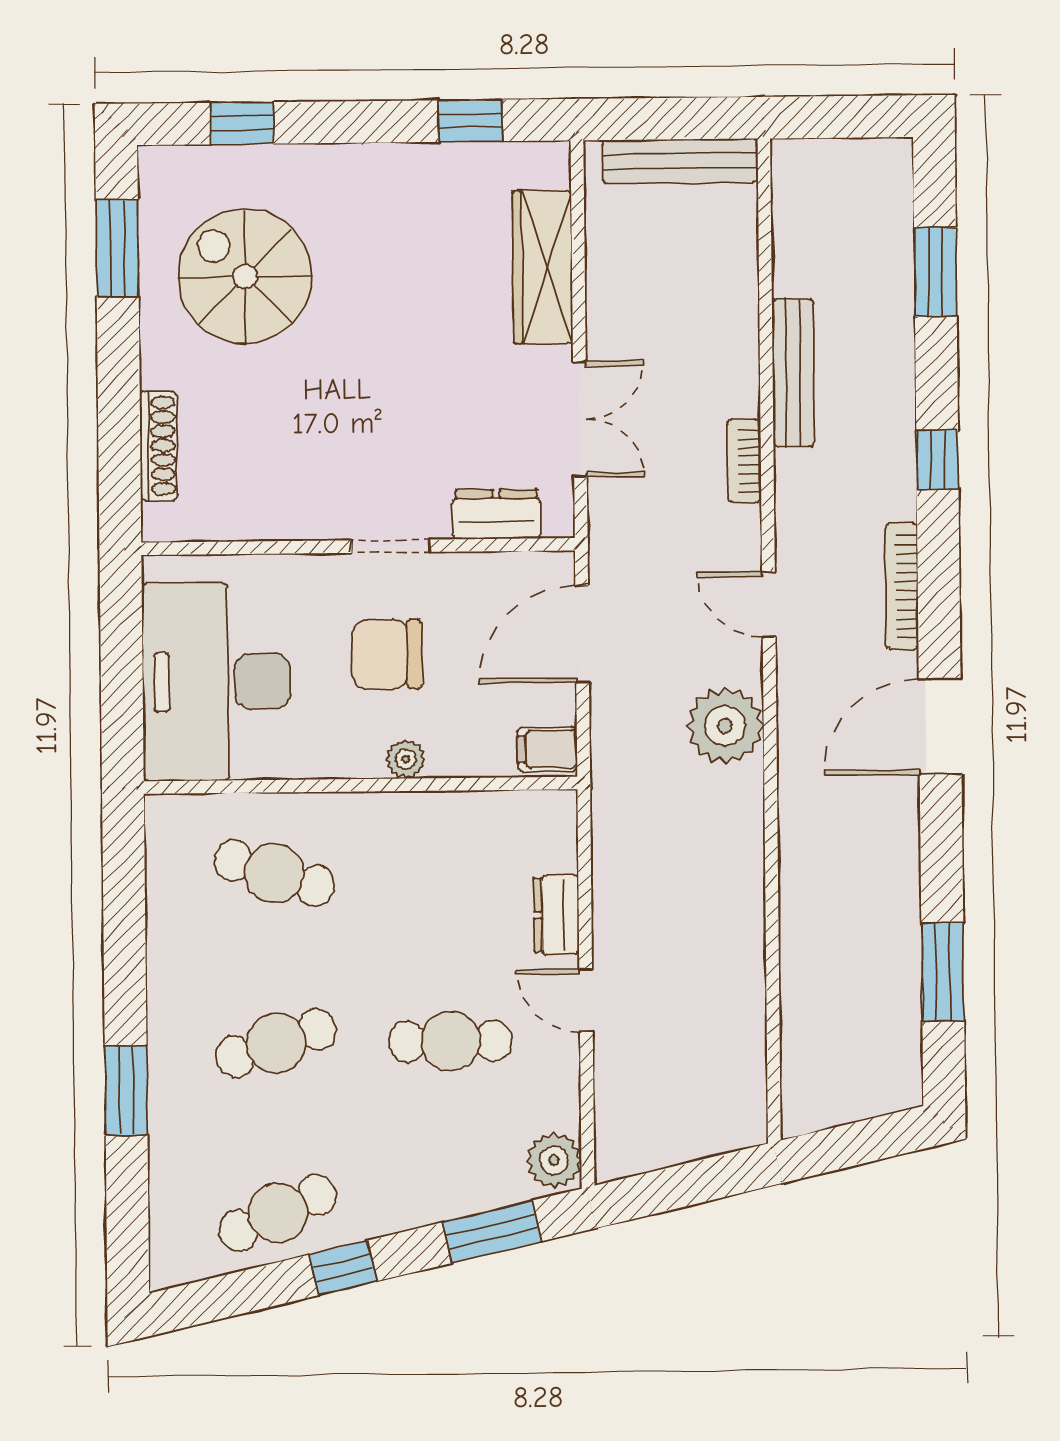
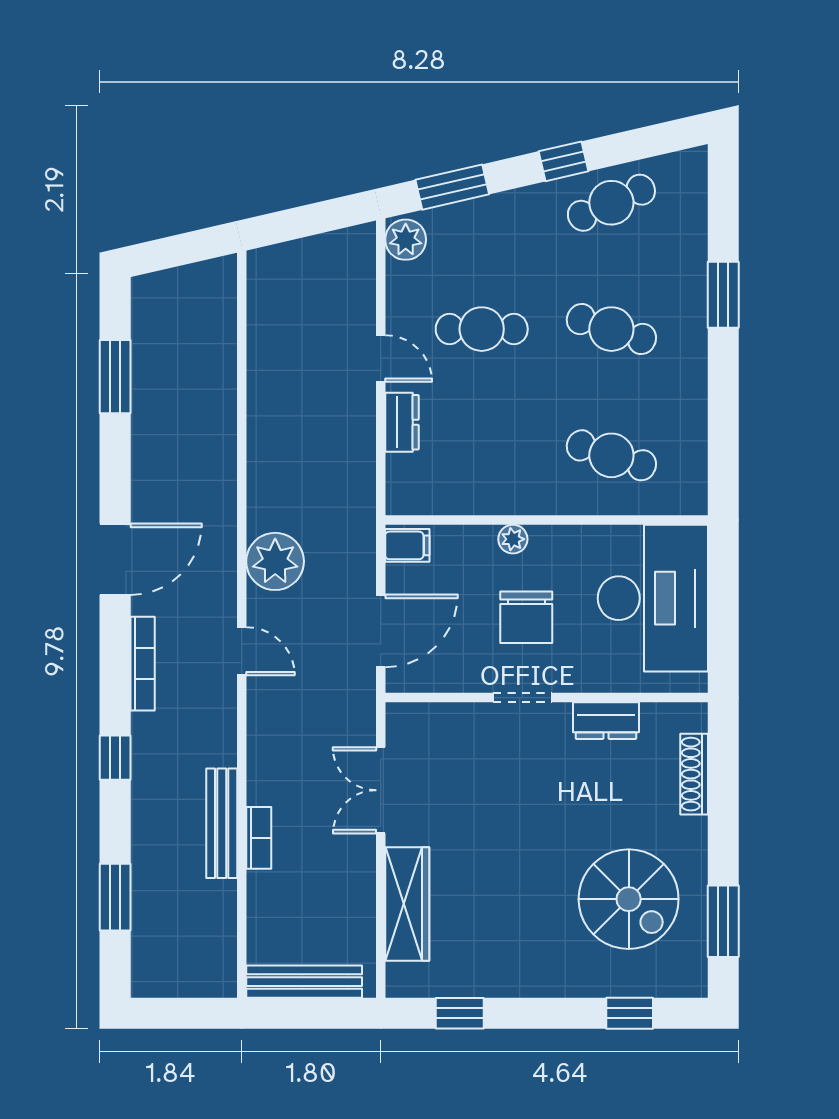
bookcase: (744, 461) -> (259, 838), moved
dresser: (496, 514) -> (606, 721), moved
chair: (387, 654) -> (526, 617), turned 90
cafe table: (276, 1043) -> (611, 329), turned 36

